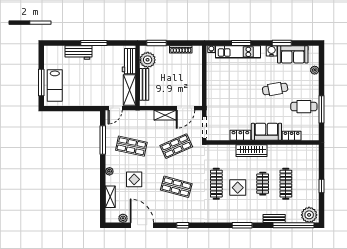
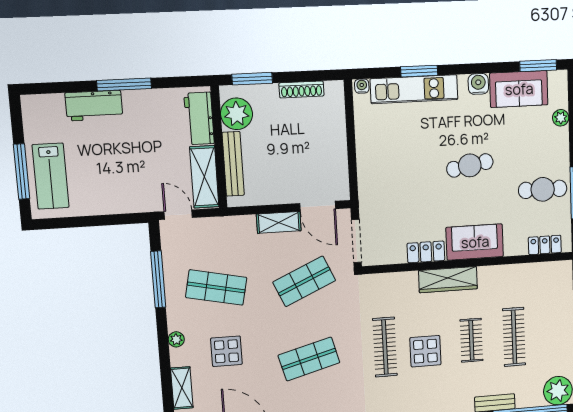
window: (282, 43) -> (538, 66), moved
cafe table: (275, 89) -> (470, 165), moved
door: (115, 108) -> (178, 215), swing flipped
door: (185, 108) -> (318, 206), hinge flipped
locker: (292, 136) -> (545, 245), moved
shop shelf: (176, 187) -> (309, 359), turned -30

